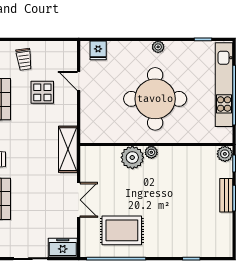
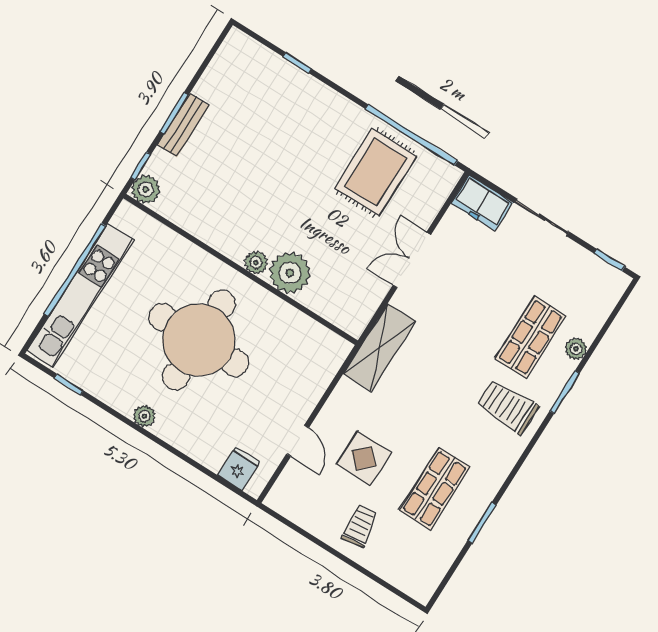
rug: (122, 230) -> (376, 172), turned 90

